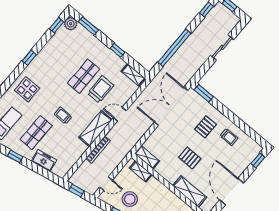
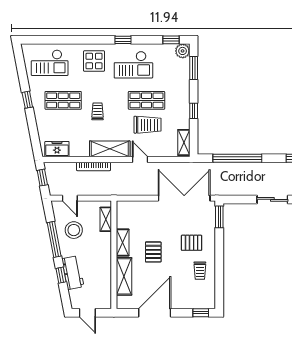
checkout: (52, 65) -> (133, 65), added
shelving: (147, 157) -> (123, 243), moved
freezer: (44, 161) -> (57, 149), moved, turned -79

